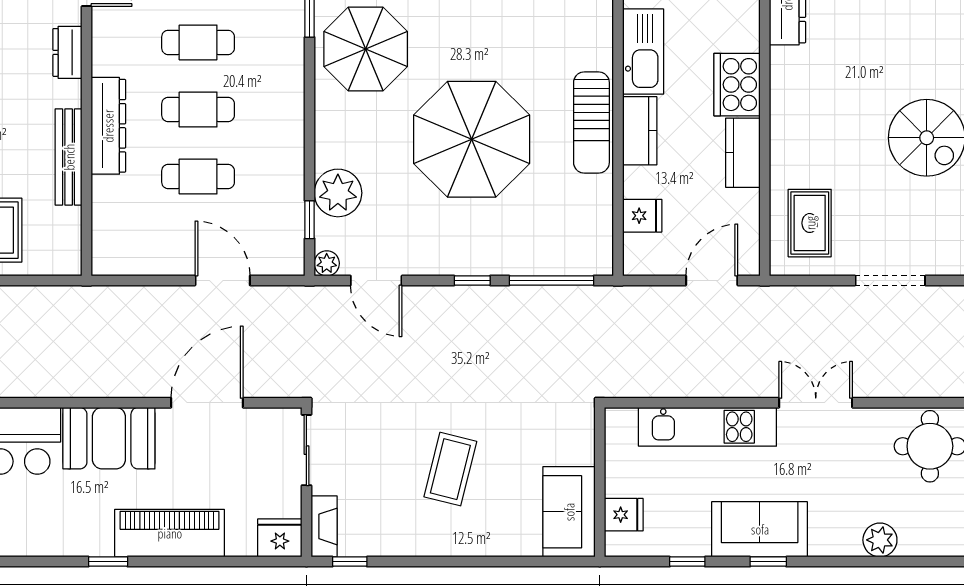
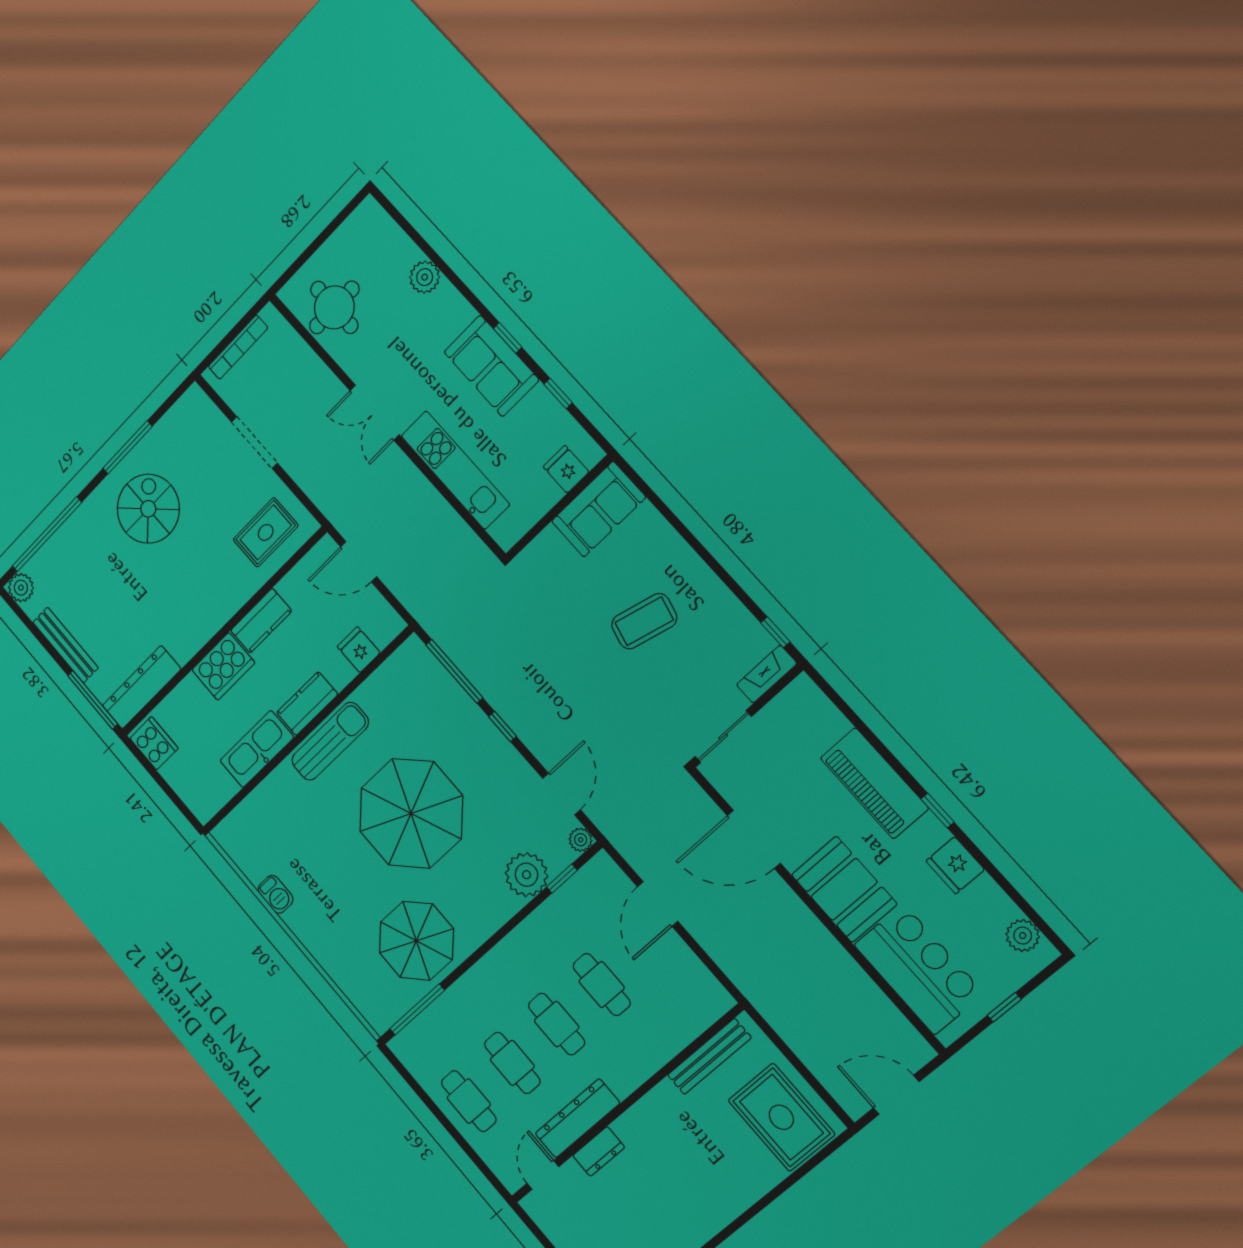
dresser: (108, 126) -> (577, 1118), moved
bench: (69, 157) -> (709, 1056), moved
fridge: (280, 538) -> (955, 865), moved

